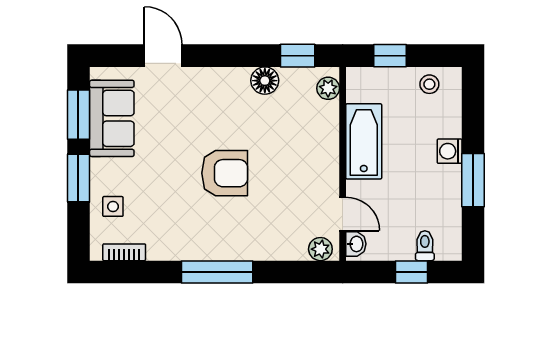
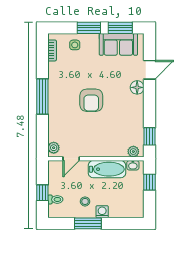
floor lamp: (265, 81) -> (137, 87), moved
stool: (429, 84) -> (85, 201), moved
washbasin: (356, 244) -> (133, 165), moved

